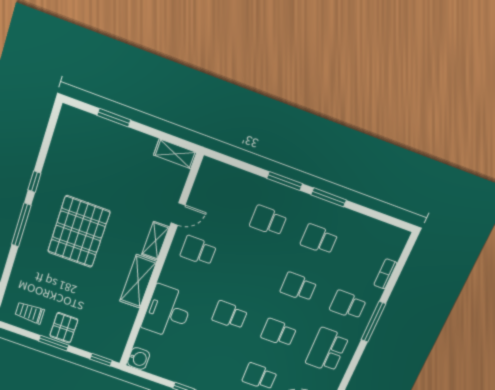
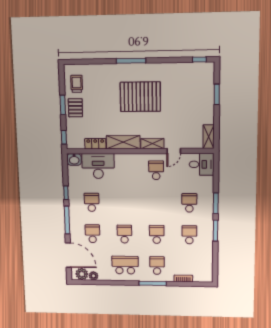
desk: (215, 180) -> (202, 164), added
window: (34, 182) -> (199, 60), moved
door: (178, 214) -> (174, 151), hinge flipped
desk: (167, 312) -> (98, 166), moved
school desk: (230, 315) -> (92, 202), moved
locker: (126, 321) -> (95, 144), added
pallet: (64, 328) -> (75, 108), turned 90

